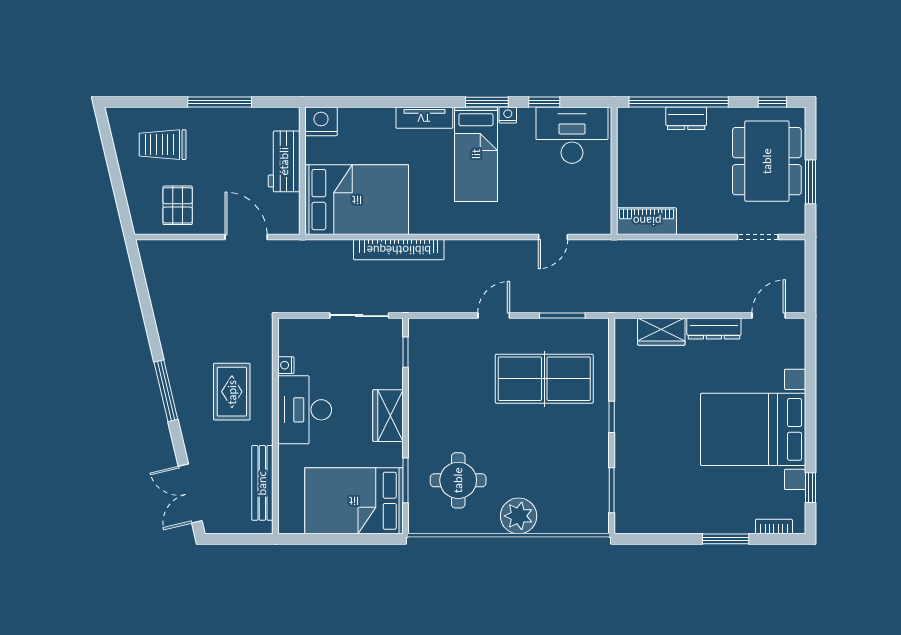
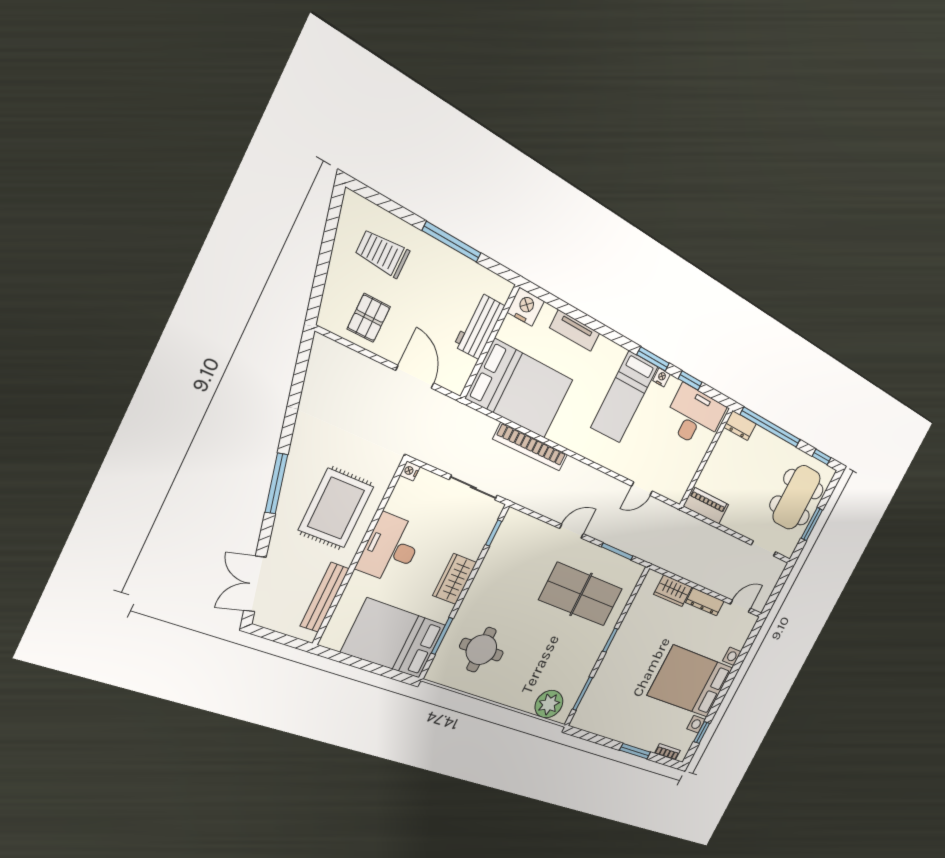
tv unit: (424, 118) -> (575, 331), moved
dresser: (686, 118) -> (740, 426), moved
nightstand: (286, 365) -> (410, 471), moved
rug: (232, 392) -> (336, 508), width x1.36, depth x1.43
plant: (519, 516) -> (549, 704), moved

